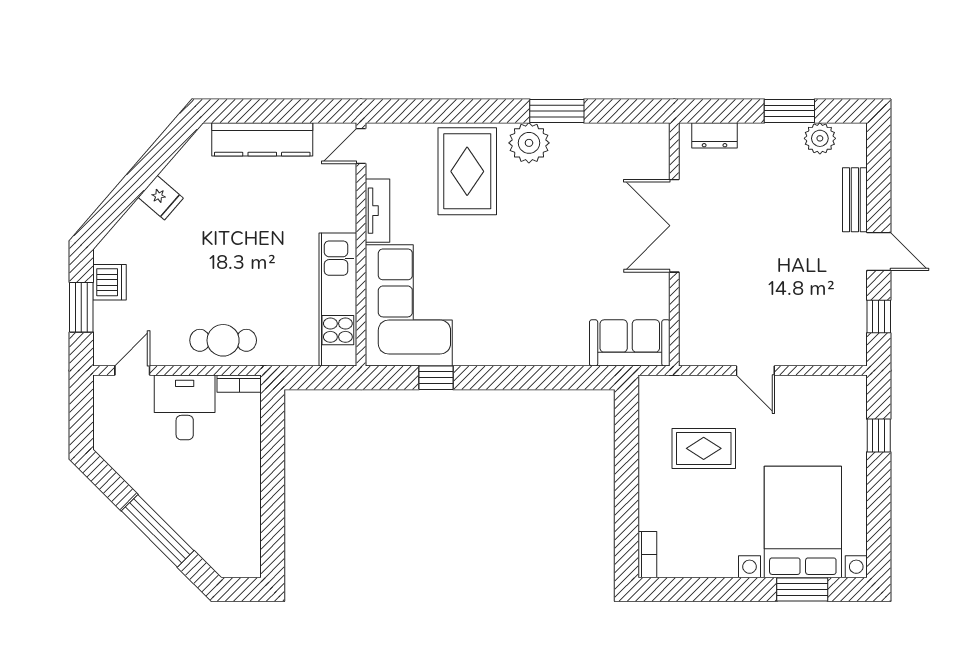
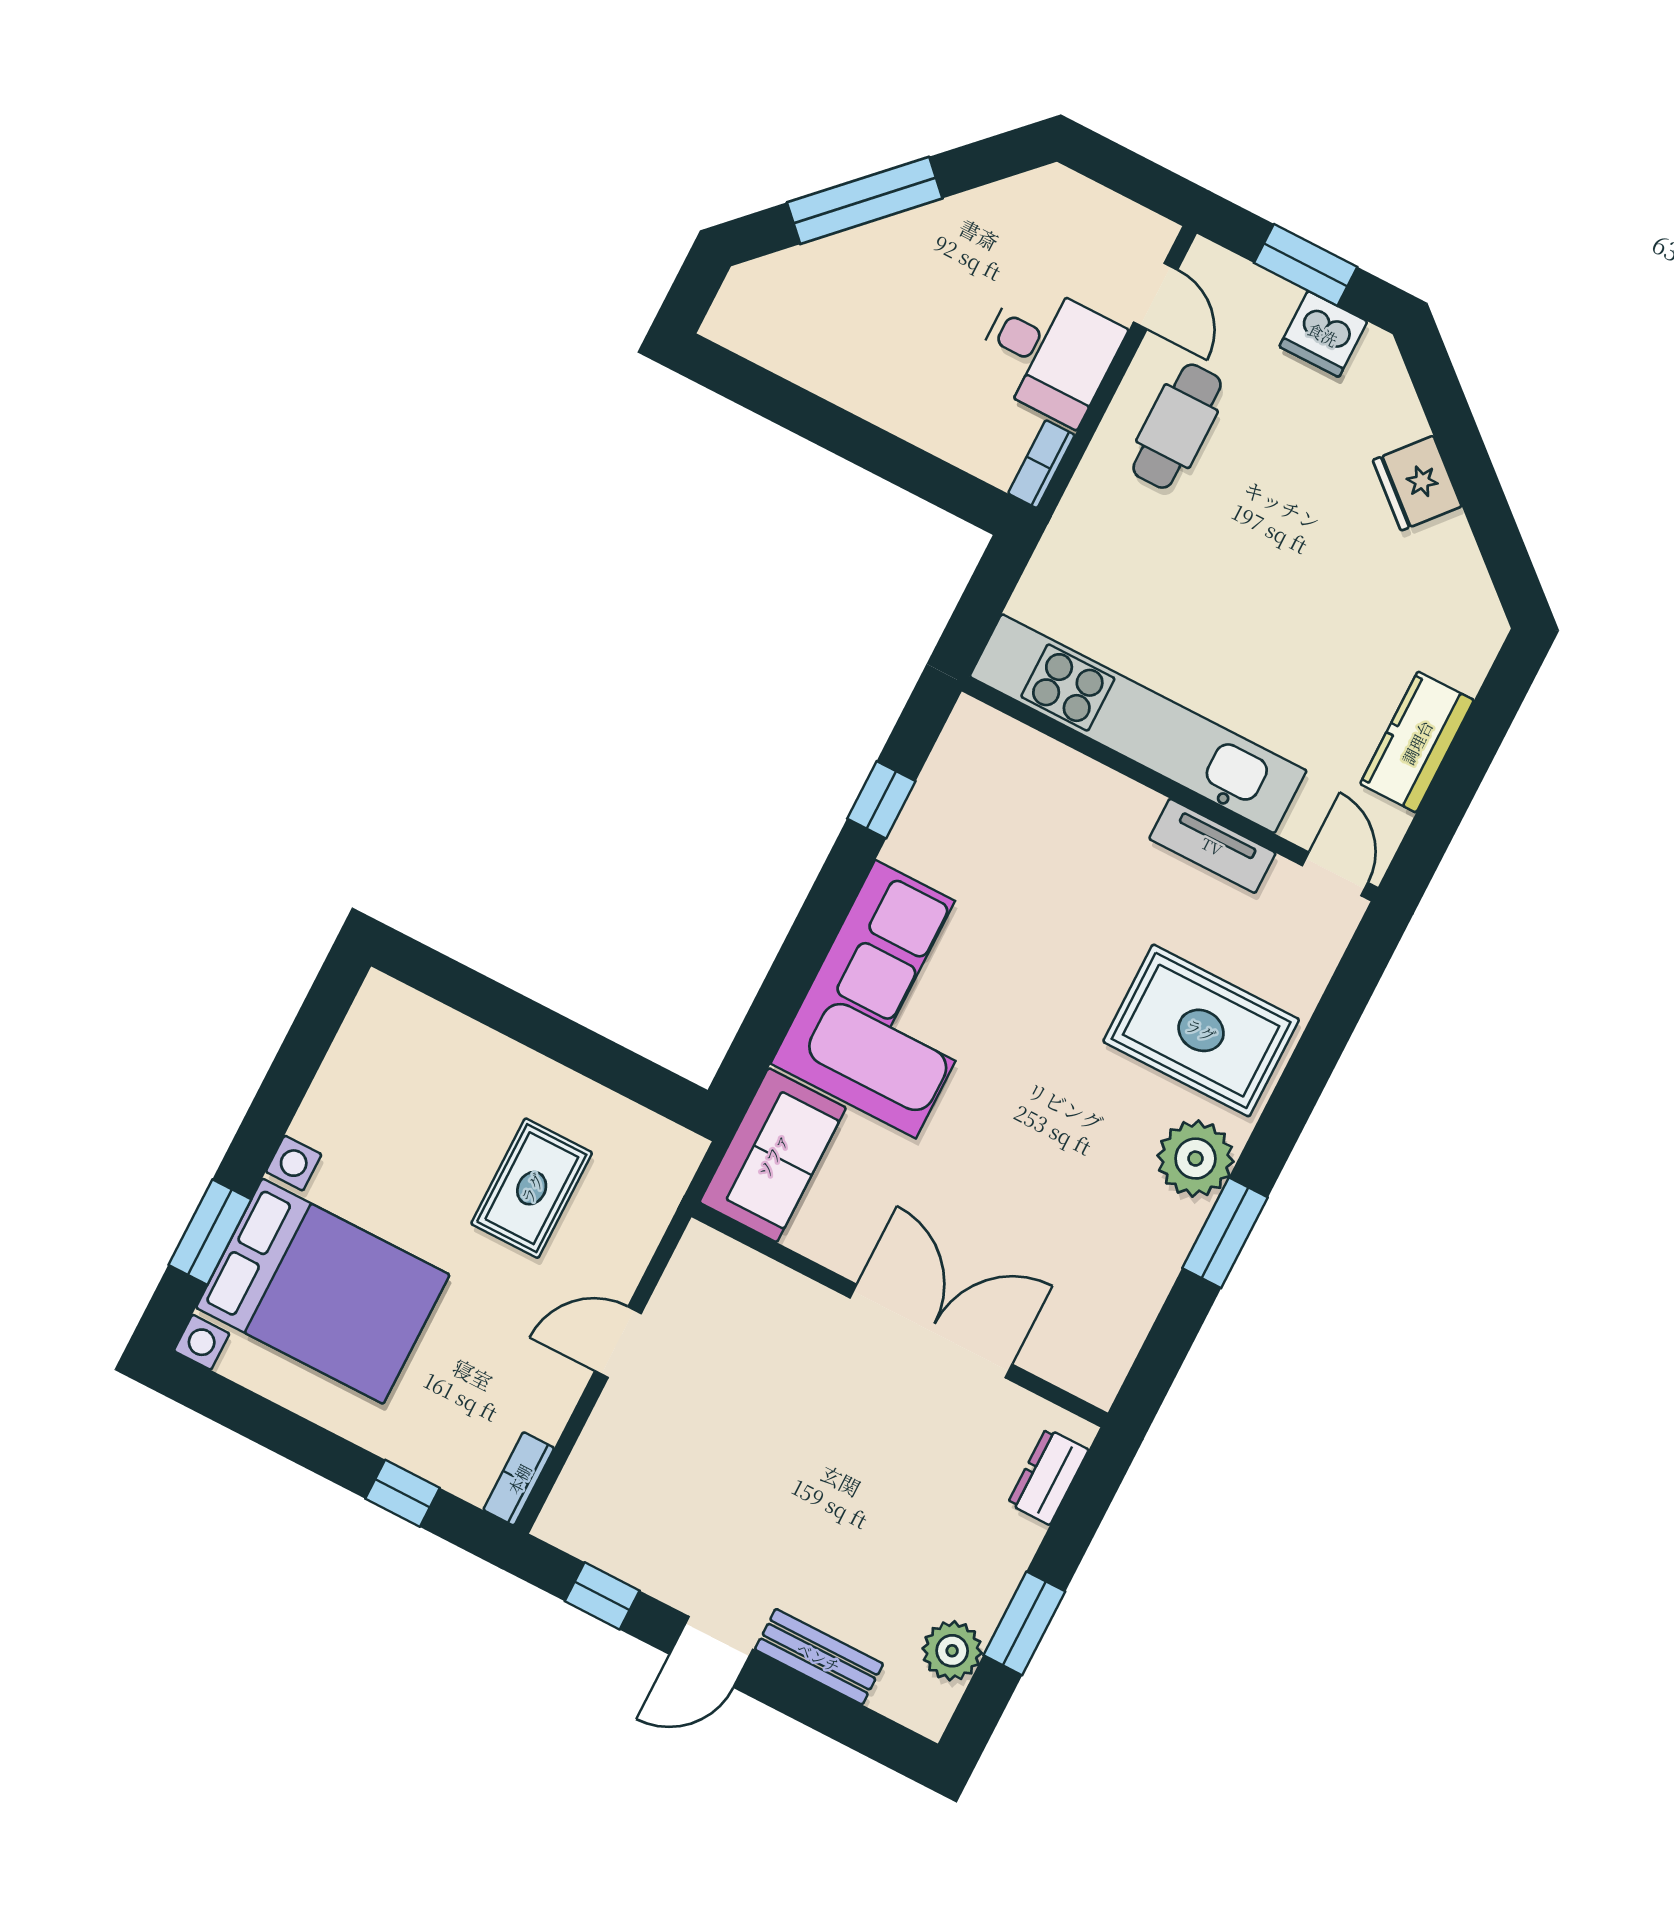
kitchen counter: (262, 139) -> (1417, 742), width x0.67
fridge: (161, 198) -> (1417, 483), width x1.38
kitchen unit: (338, 299) -> (1138, 724), width x1.36
corner sofa: (409, 305) -> (896, 999), moved, turned -90
cafe table: (223, 340) -> (1177, 426), moved
bookcase: (647, 555) -> (519, 1479), moved, turned 90

